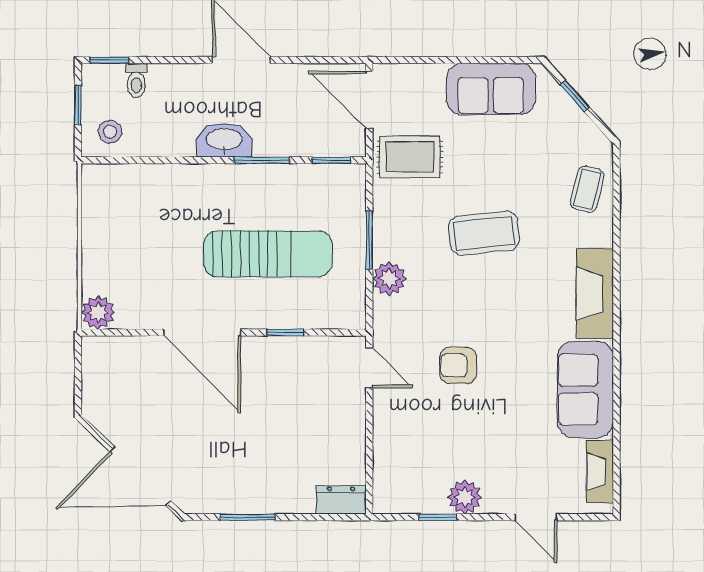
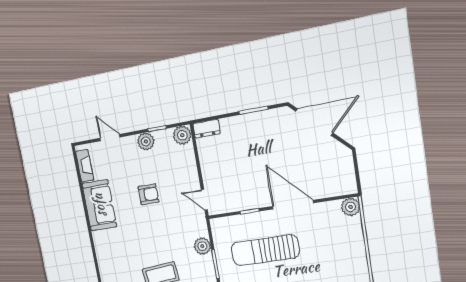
fireplace: (595, 294) -> (104, 252), removed
armchair: (458, 365) -> (148, 194), moved
plant: (390, 496) -> (182, 135), added

